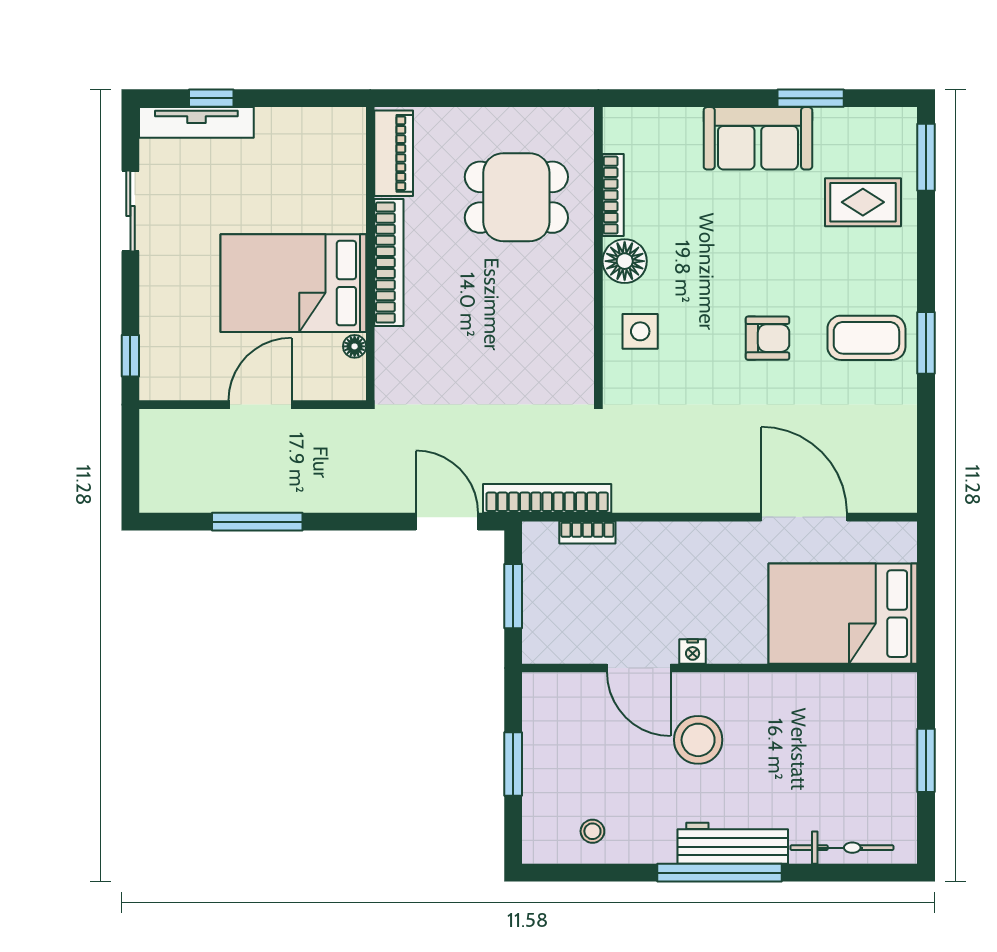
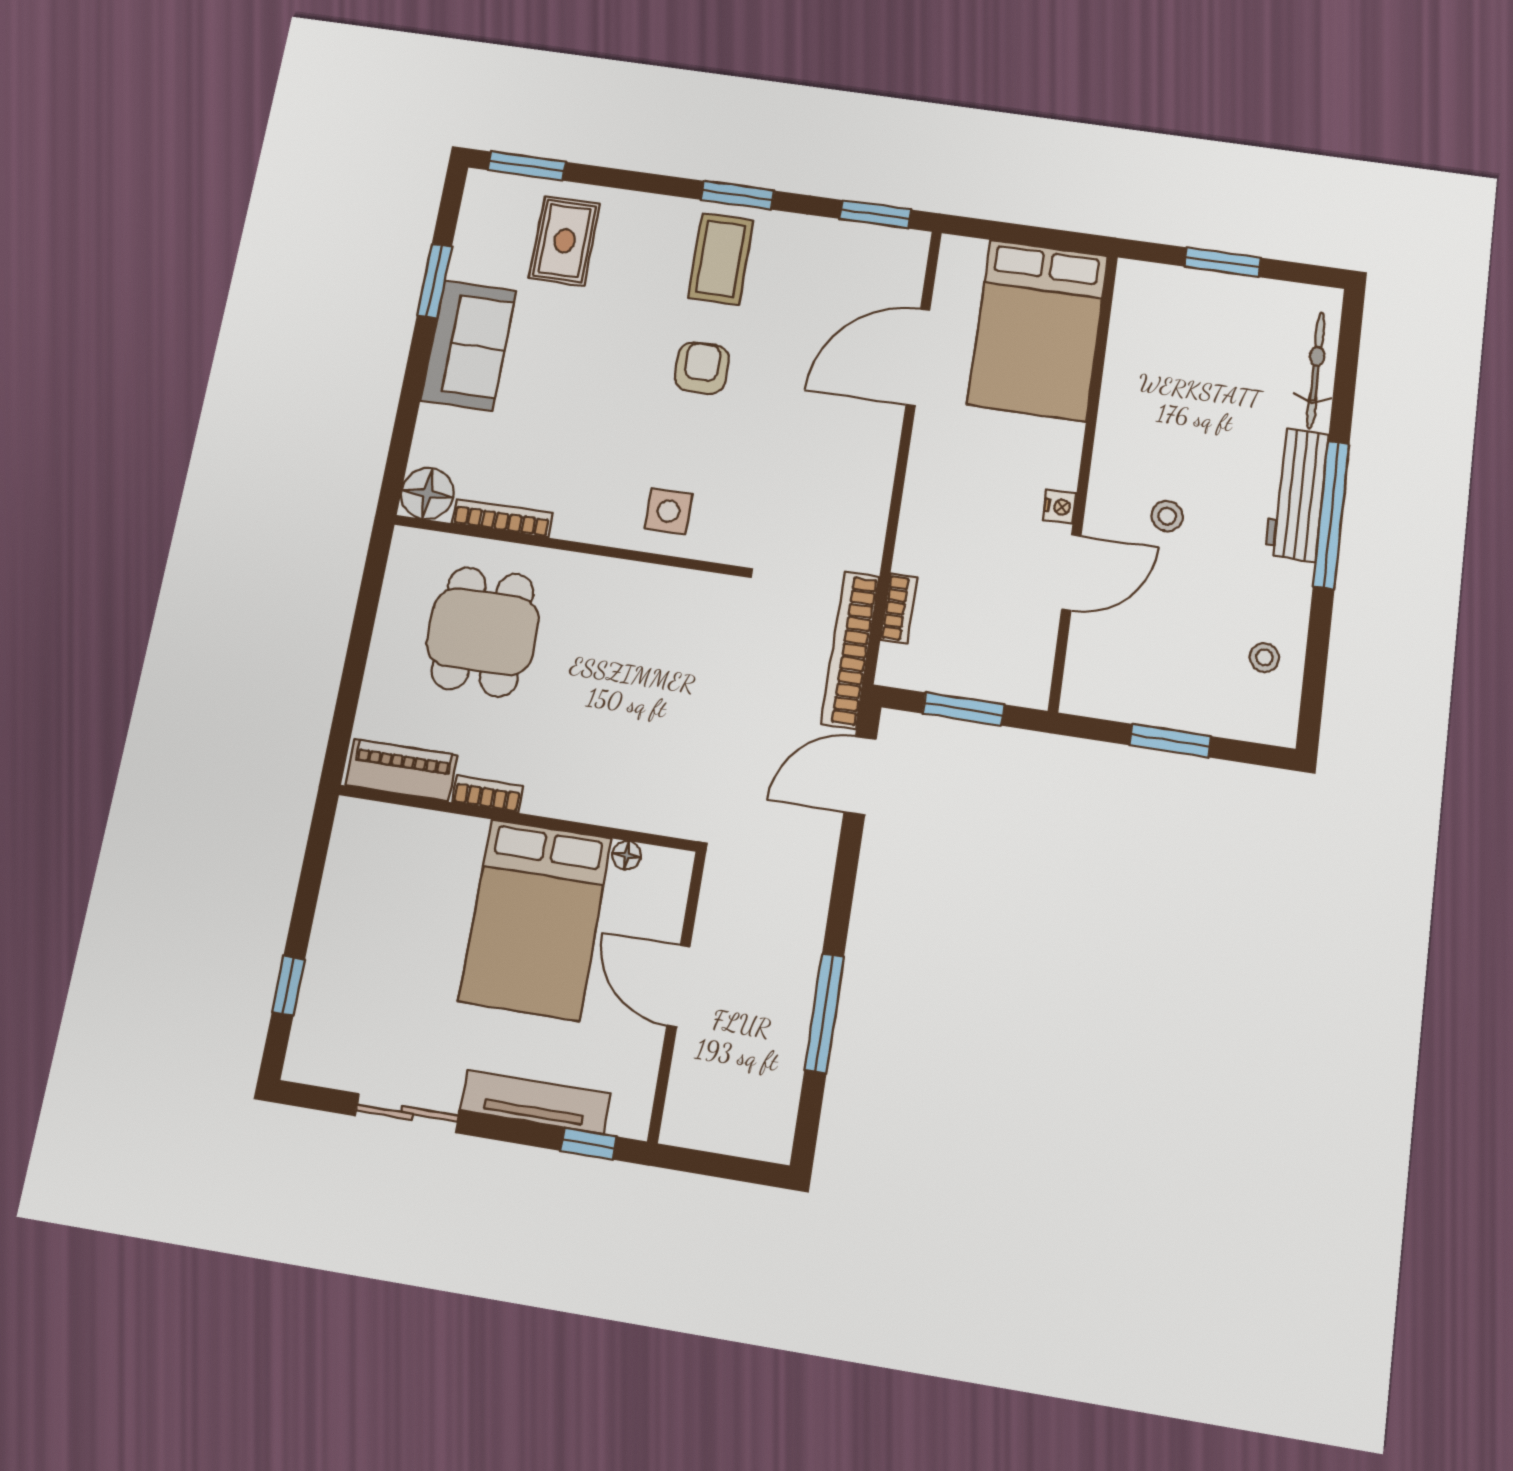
tv unit: (196, 122) -> (535, 1102), moved, turned -90
floor lamp: (625, 261) -> (427, 494), moved
bookcase: (389, 262) -> (488, 794), width x0.43, depth x0.76
window: (926, 463) -> (876, 214), added
stool: (698, 740) -> (1167, 516), width x0.53, depth x0.53

